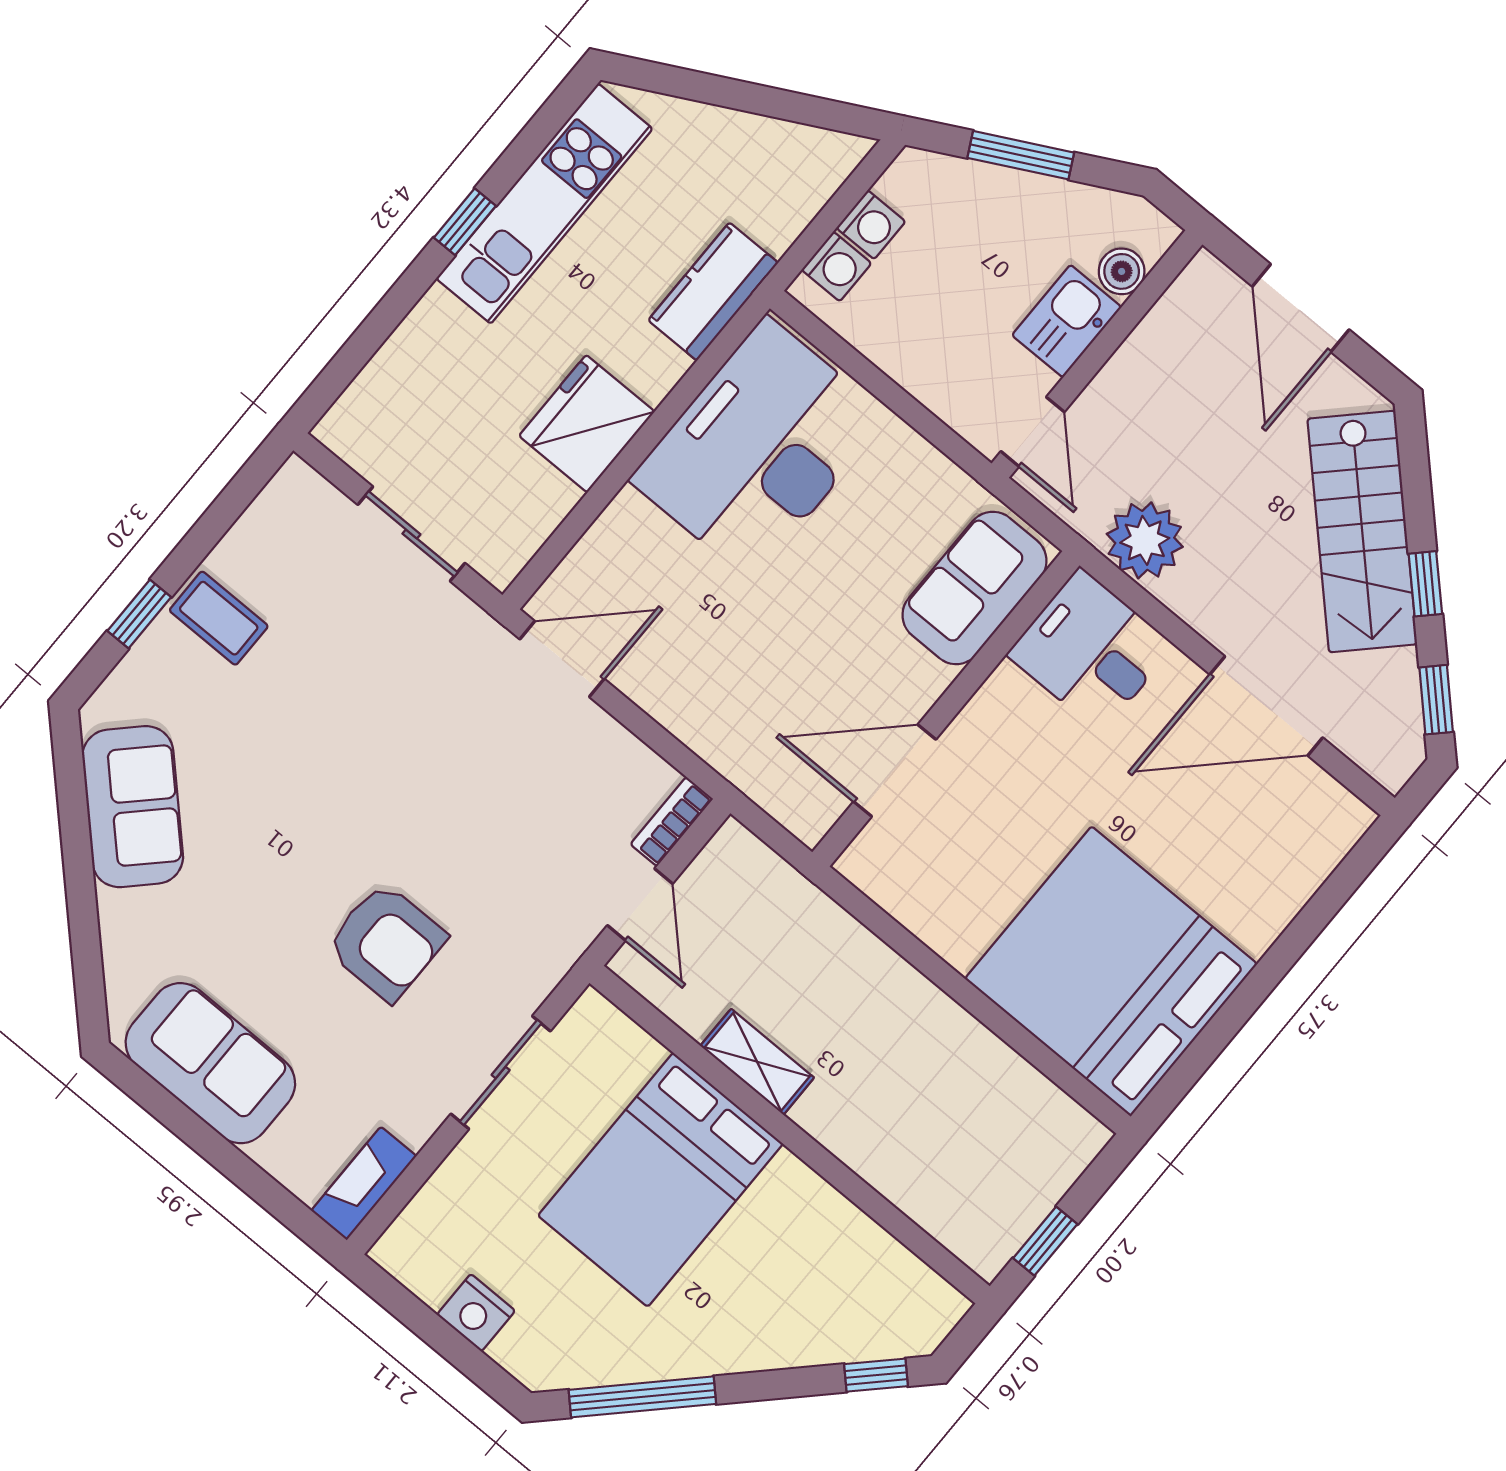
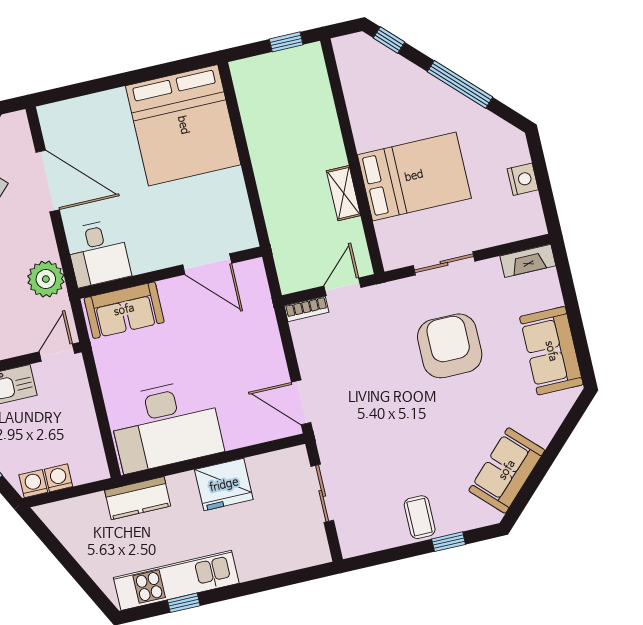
window: (465, 222) -> (184, 603), moved
washing machine: (837, 267) -> (33, 484), moved
armchair: (386, 942) -> (450, 346), width x1.36, depth x1.36
window: (642, 1397) -> (460, 84), moved

